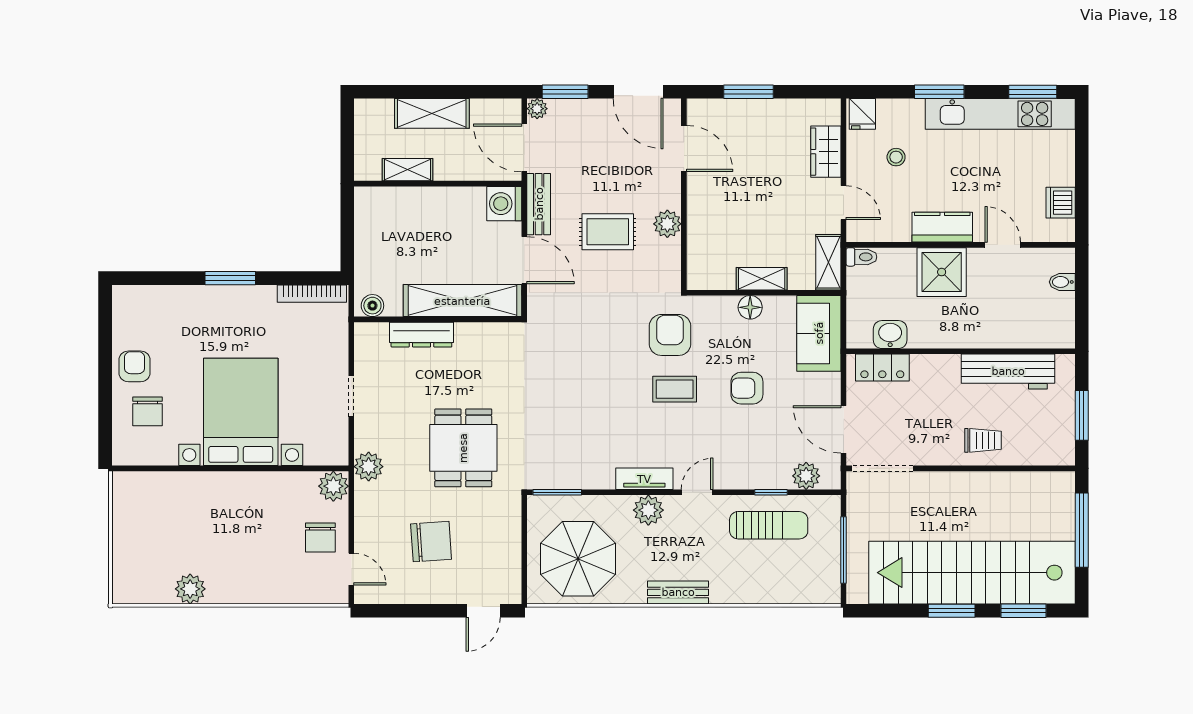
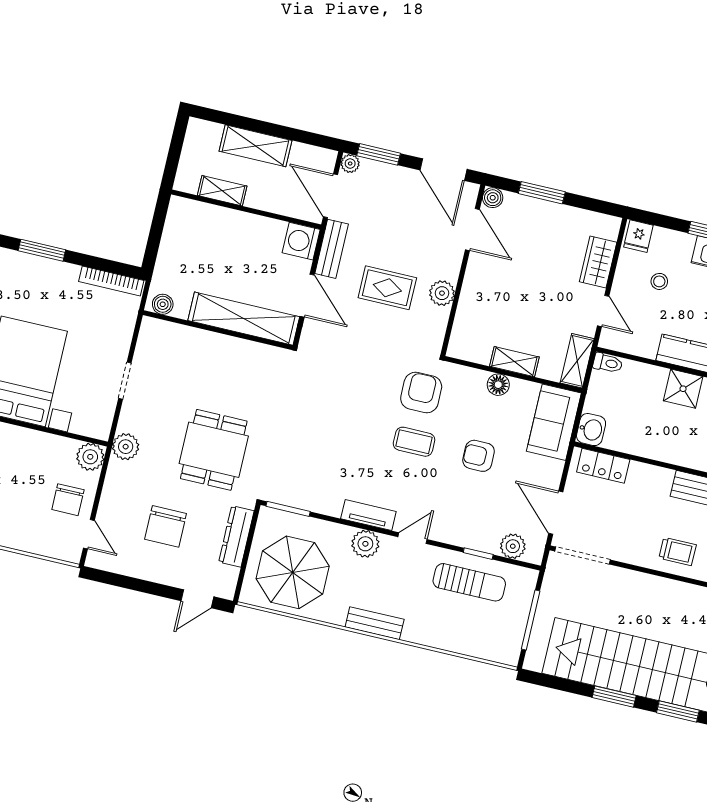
boiler: (698, 109) -> (493, 198), added
shower: (942, 272) -> (683, 389), width x0.73, depth x0.73
dresser: (421, 335) -> (236, 536), moved, turned 90
washbasin: (890, 335) -> (591, 430), moved, turned 90
chair: (431, 542) -> (166, 526), turned 94

